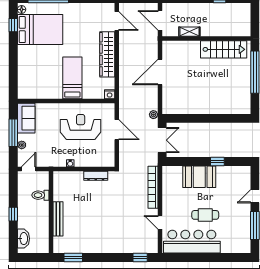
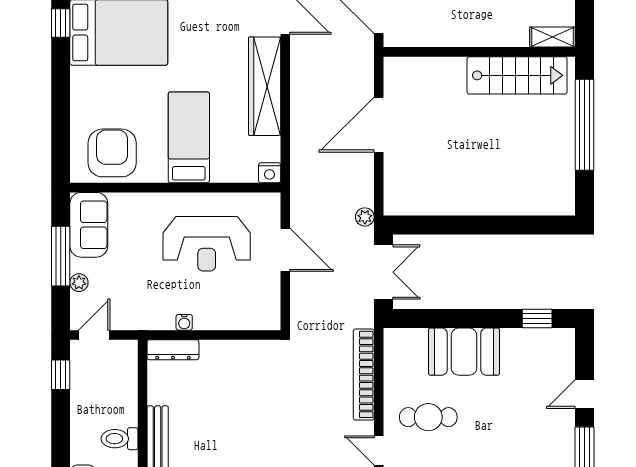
shelving: (189, 32) -> (553, 37), moved
armchair: (37, 85) -> (112, 153), added
reception desk: (81, 127) -> (207, 244), turned 180
window: (217, 161) -> (537, 319), moved
dresser: (96, 176) -> (173, 350), moved
toilet: (40, 195) -> (120, 439), moved
window: (13, 214) -> (61, 375), moved
cafe table: (205, 215) -> (428, 417), moved

